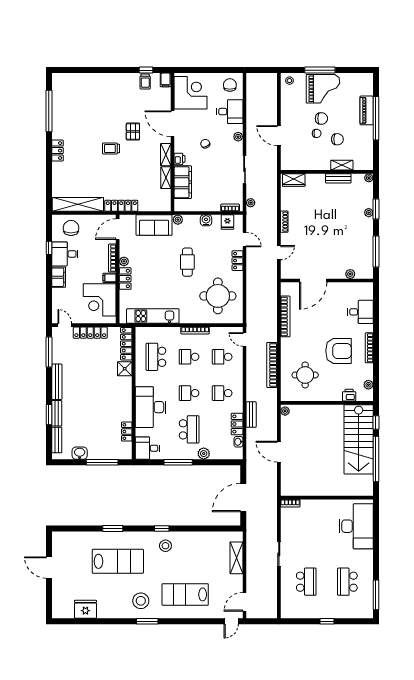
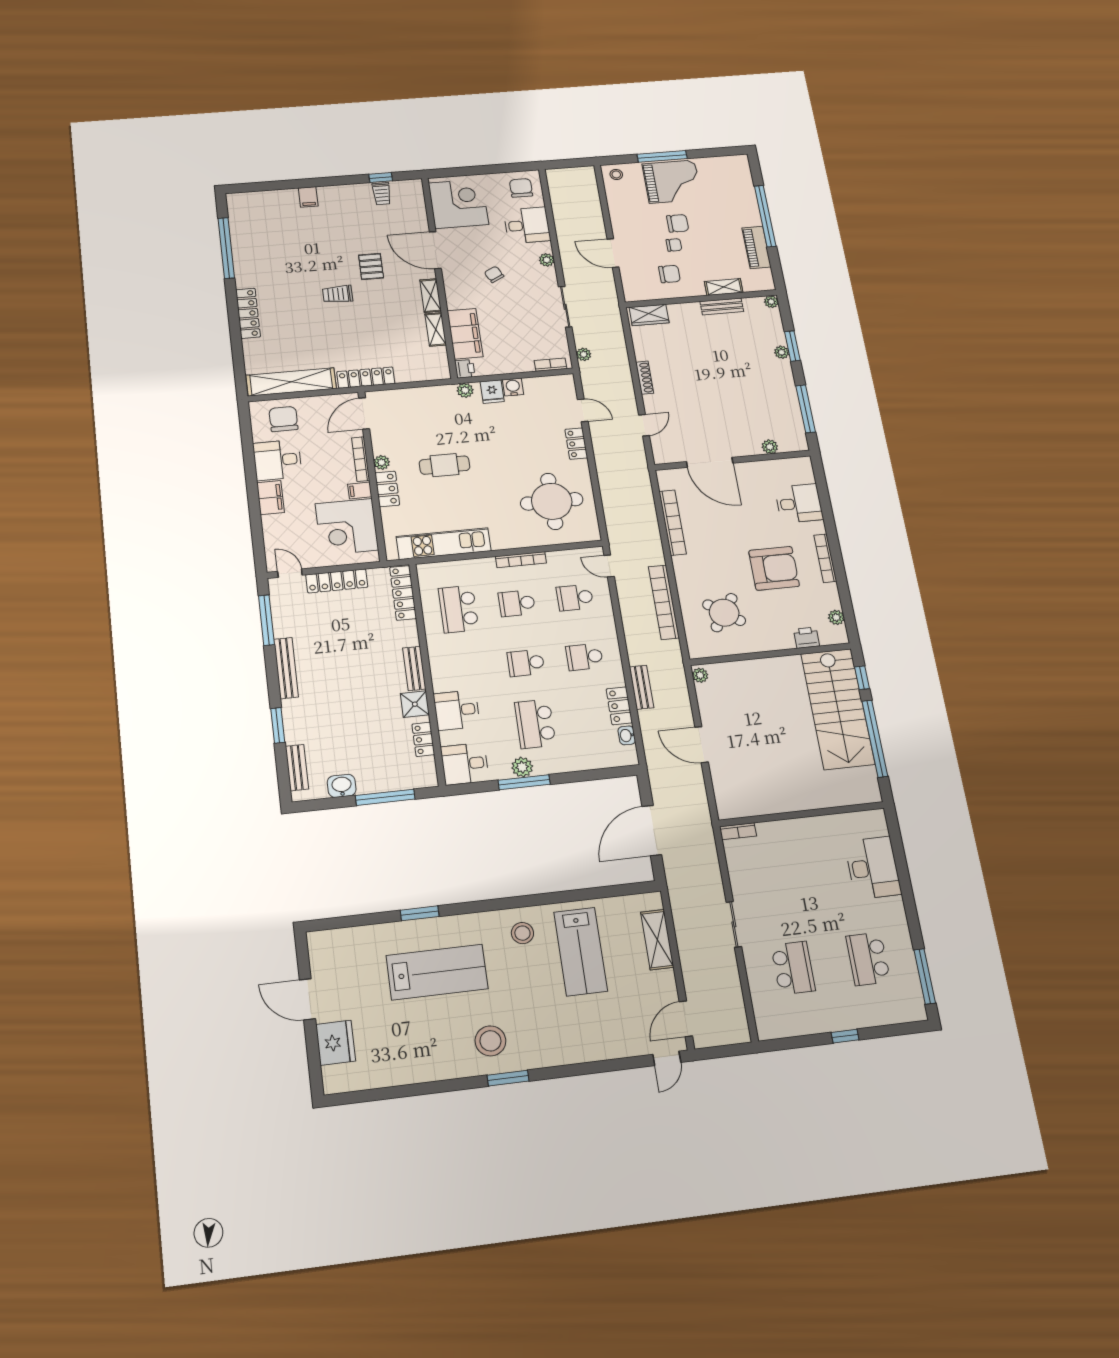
filing cabinet: (166, 80) -> (308, 197), moved
piano: (367, 110) -> (756, 247), moved
chair: (337, 139) -> (669, 274), moved
locker: (58, 151) -> (248, 313), width x1.53
printer: (180, 159) -> (465, 369), moved
fridge: (227, 222) -> (492, 392), moved
sofa: (154, 225) -> (426, 402), removed
window: (49, 248) -> (248, 453), removed
cafe table: (187, 262) -> (445, 465), moved, turned 90
door: (313, 280) -> (710, 462), hinge flipped
shower: (125, 369) -> (415, 704), moved
round table: (305, 375) -> (724, 613), turned 35
desk: (151, 407) -> (457, 710), width x0.53, depth x0.77
bench: (57, 413) -> (414, 669), moved
school desk: (189, 429) -> (535, 724), turned 180
plant: (204, 454) -> (522, 767), moved
desk: (356, 526) -> (873, 868), width x0.73, depth x0.77
window: (162, 529) -> (511, 903), removed
lab bench: (185, 594) -> (581, 951), moved, turned -90
fridge: (85, 609) -> (336, 1043), moved, turned 90

